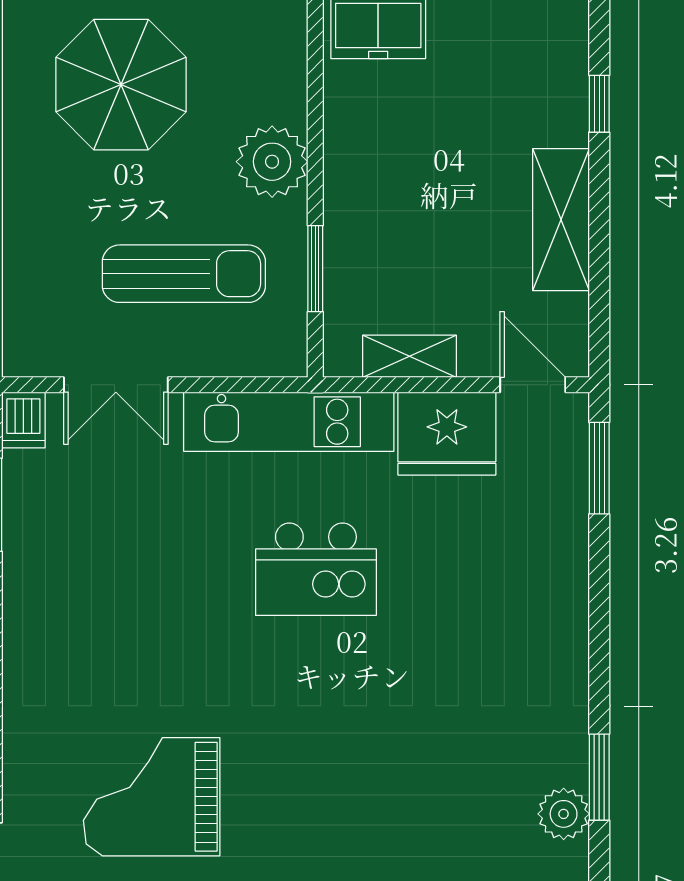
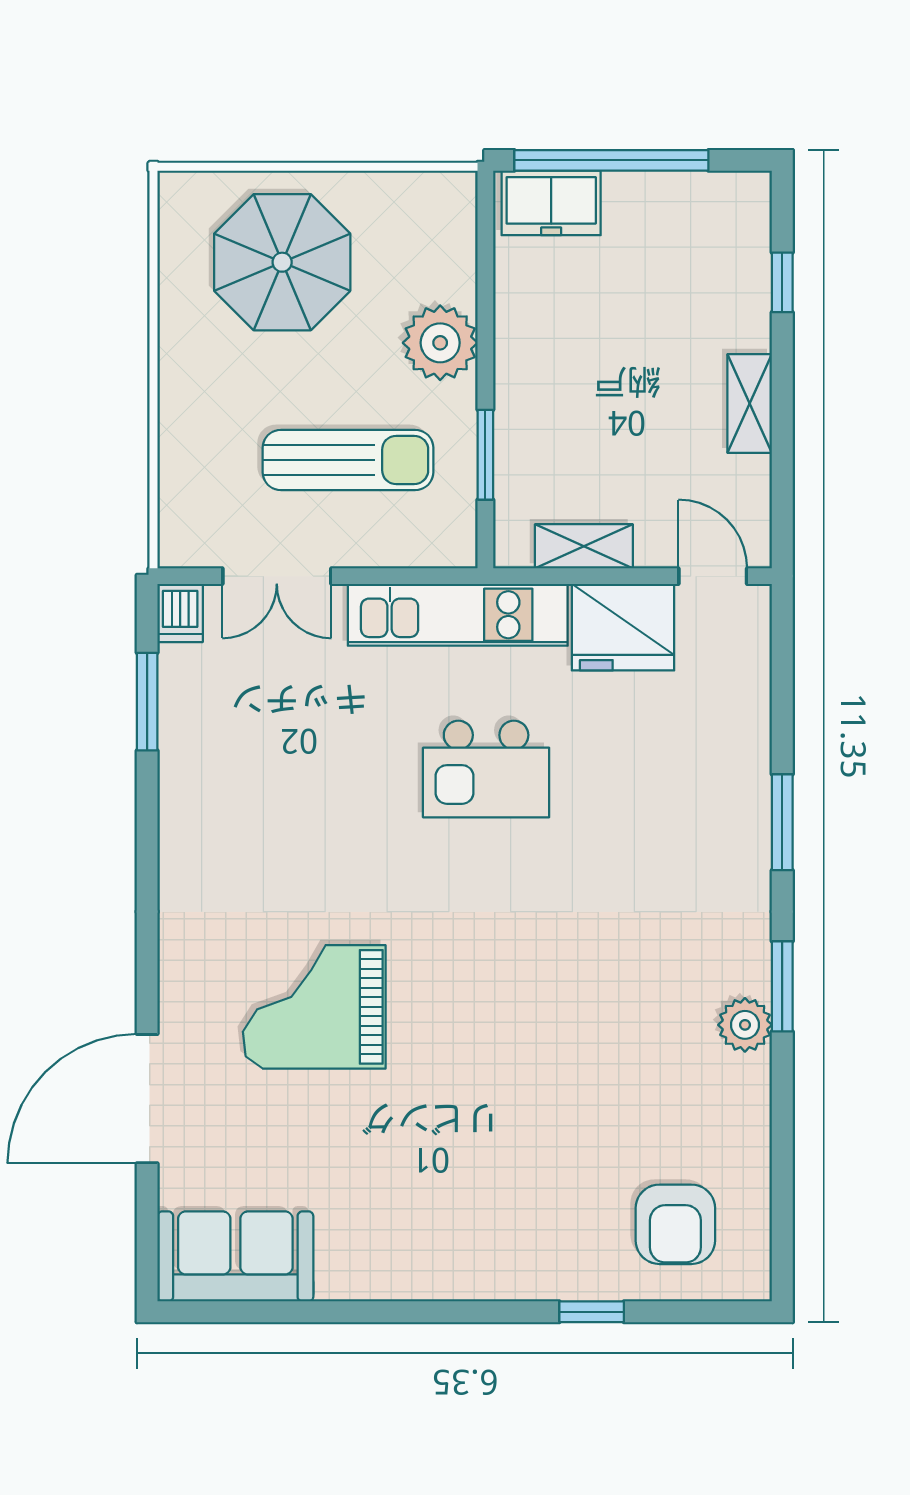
shelving: (561, 220) -> (750, 403), width x0.67, depth x0.75
window: (599, 468) -> (782, 822), moved

